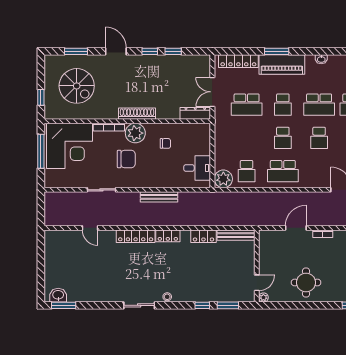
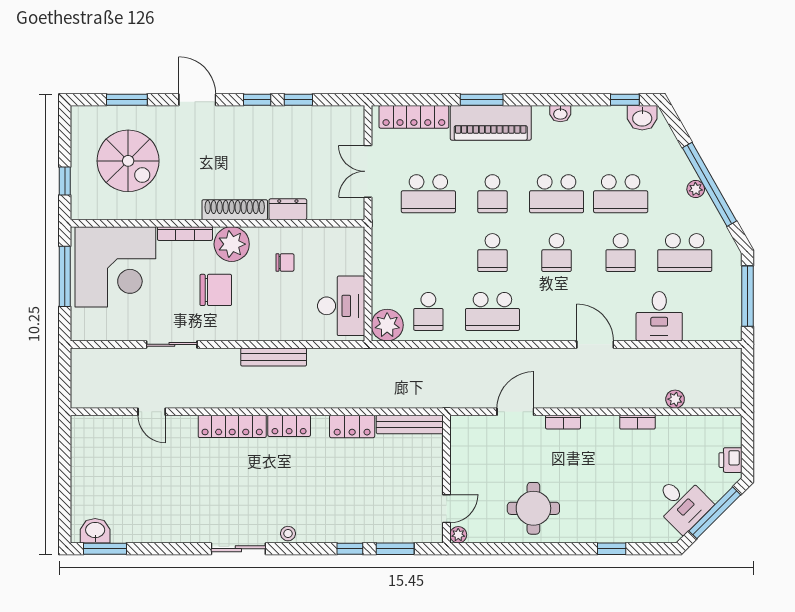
dresser: (195, 113) -> (288, 209), moved, width x0.70
desk: (197, 168) -> (341, 306), width x1.37

